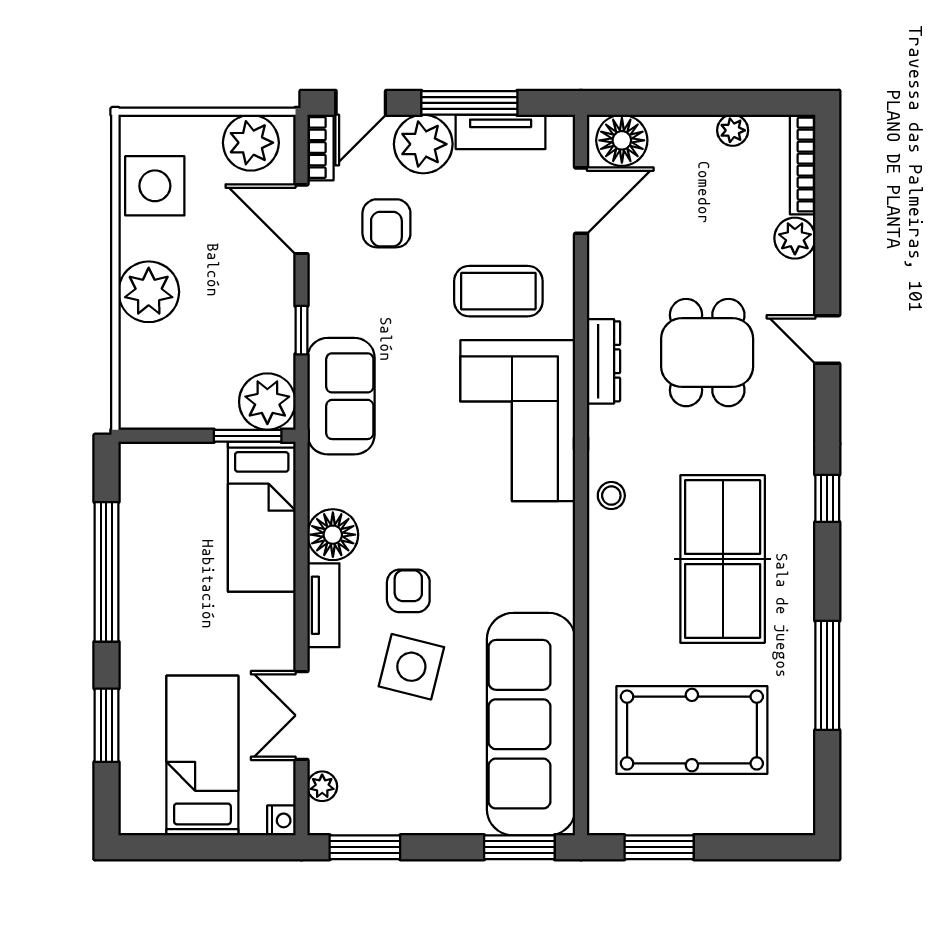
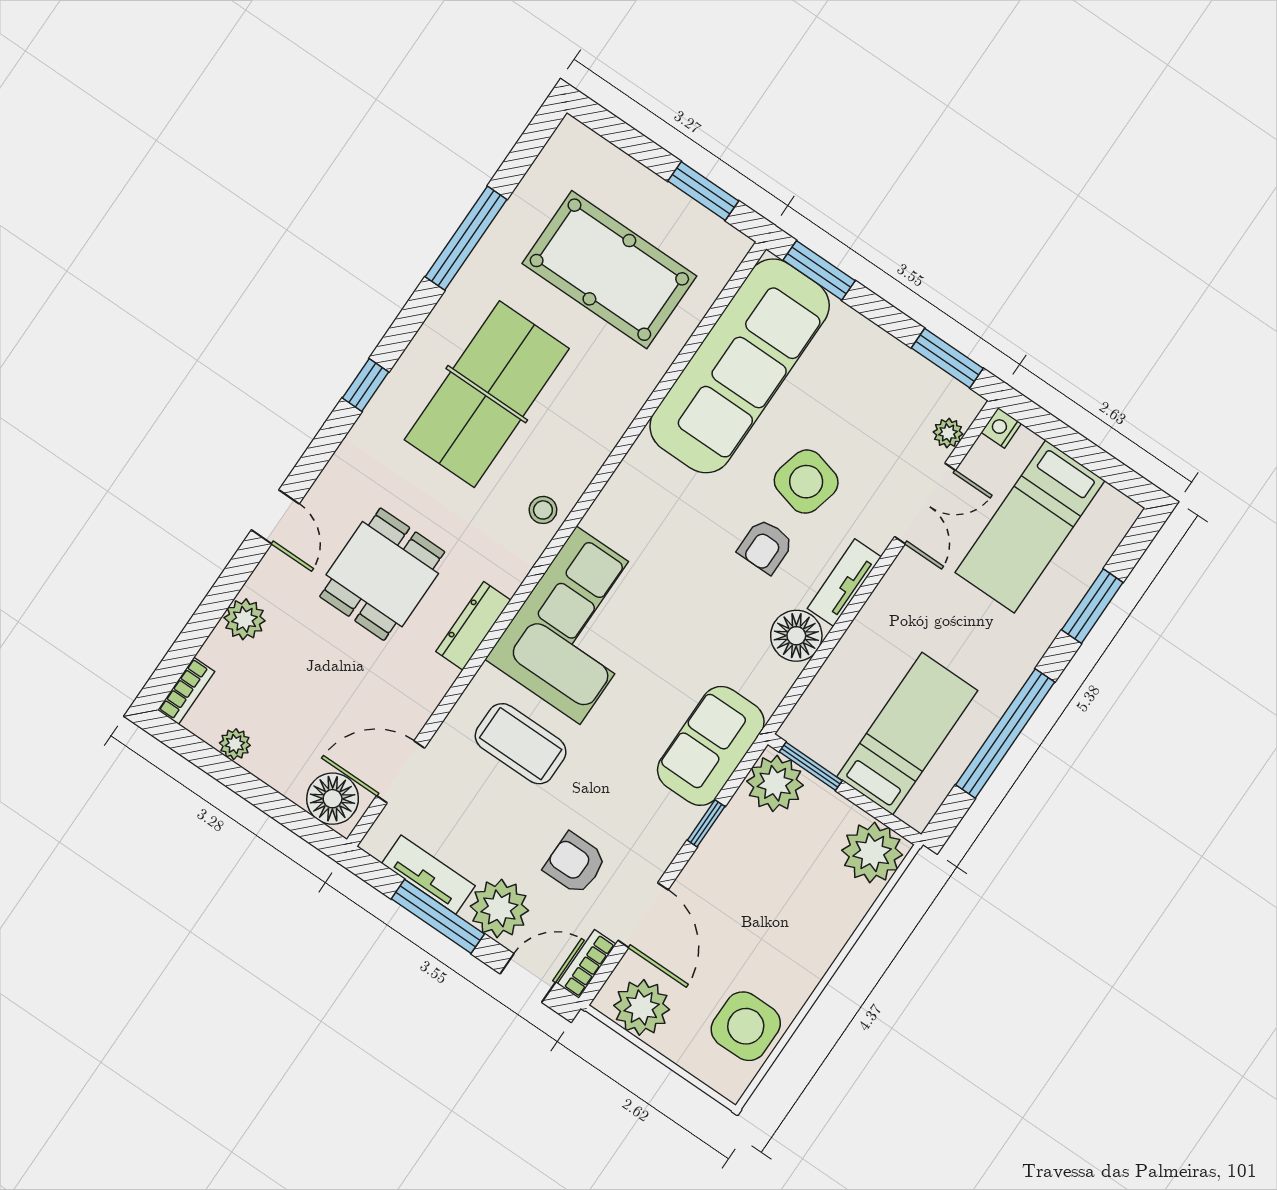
bookcase: (803, 165) -> (186, 691), width x0.64
armchair: (386, 223) -> (575, 864), turned -90
plant: (149, 292) -> (872, 853), moved
bed: (262, 517) -> (907, 734), moved

